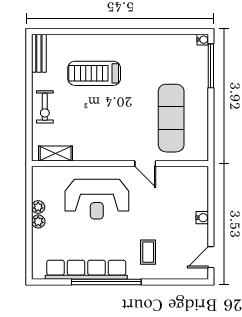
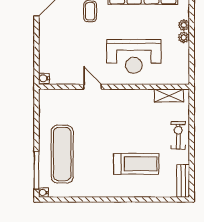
exercise mat: (171, 118) -> (62, 154), moved
reception desk: (97, 199) -> (134, 56), turned 180
plant: (38, 207) -> (184, 25), moved
water cooler: (202, 218) -> (44, 78), moved

